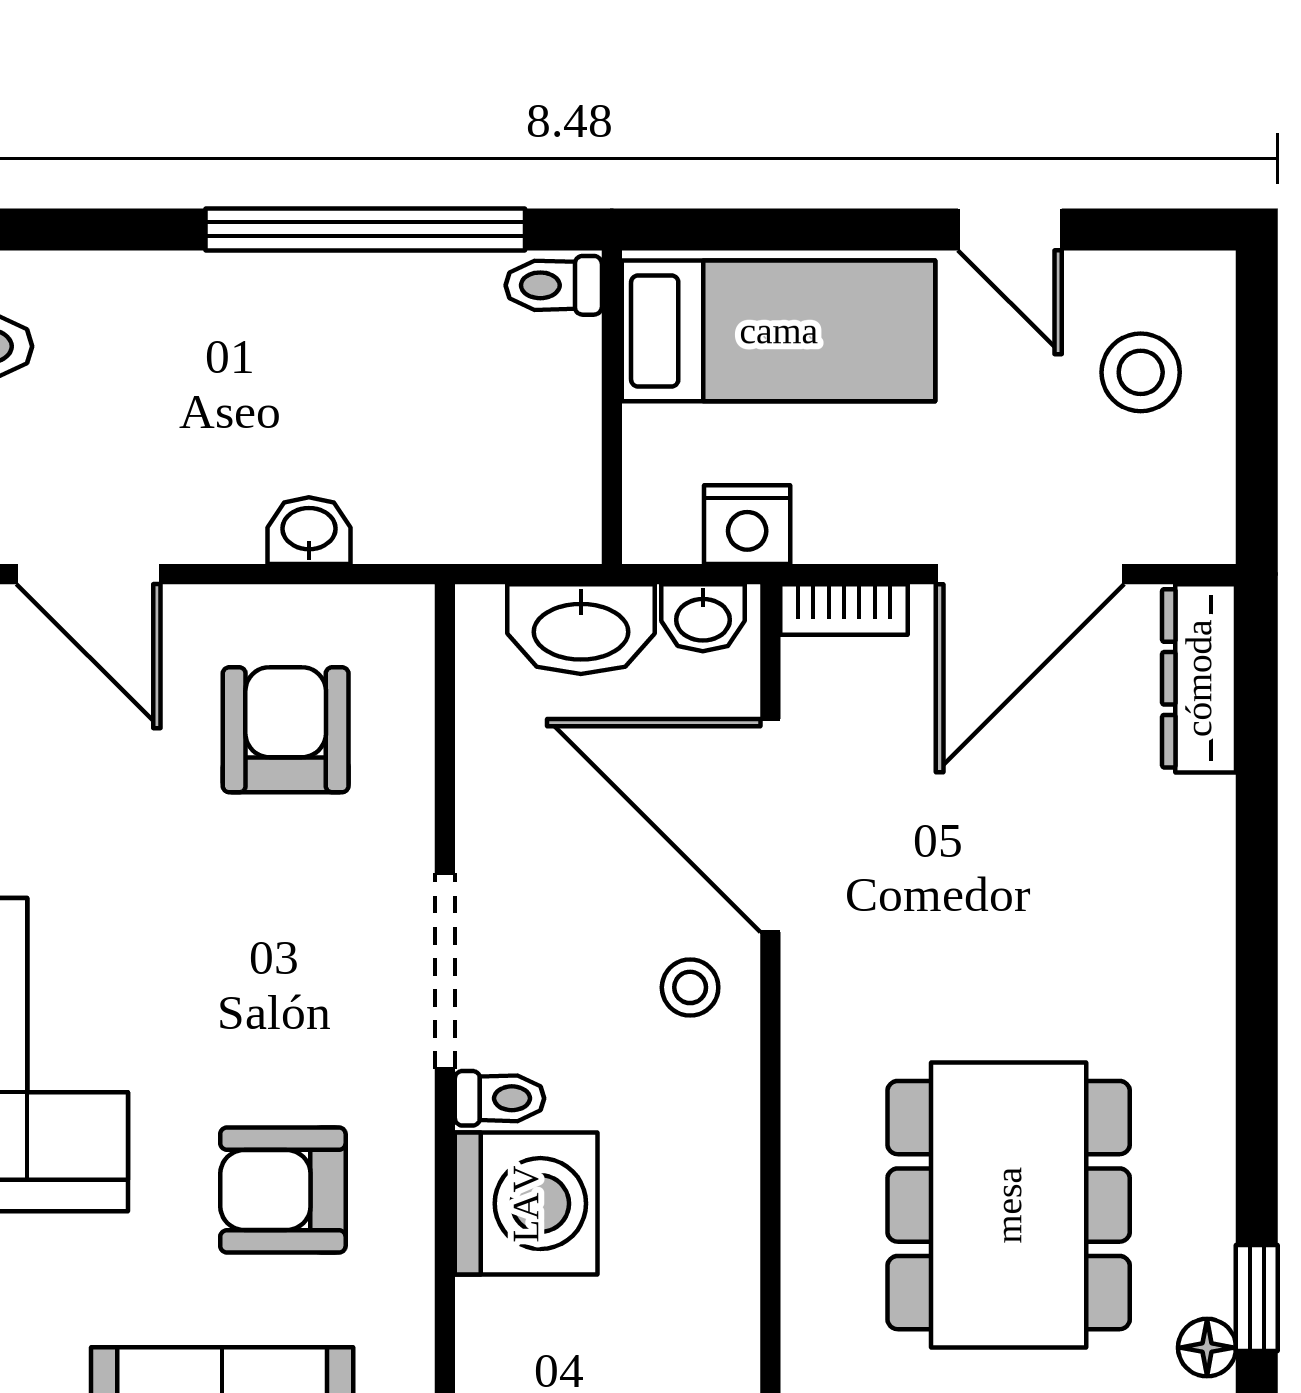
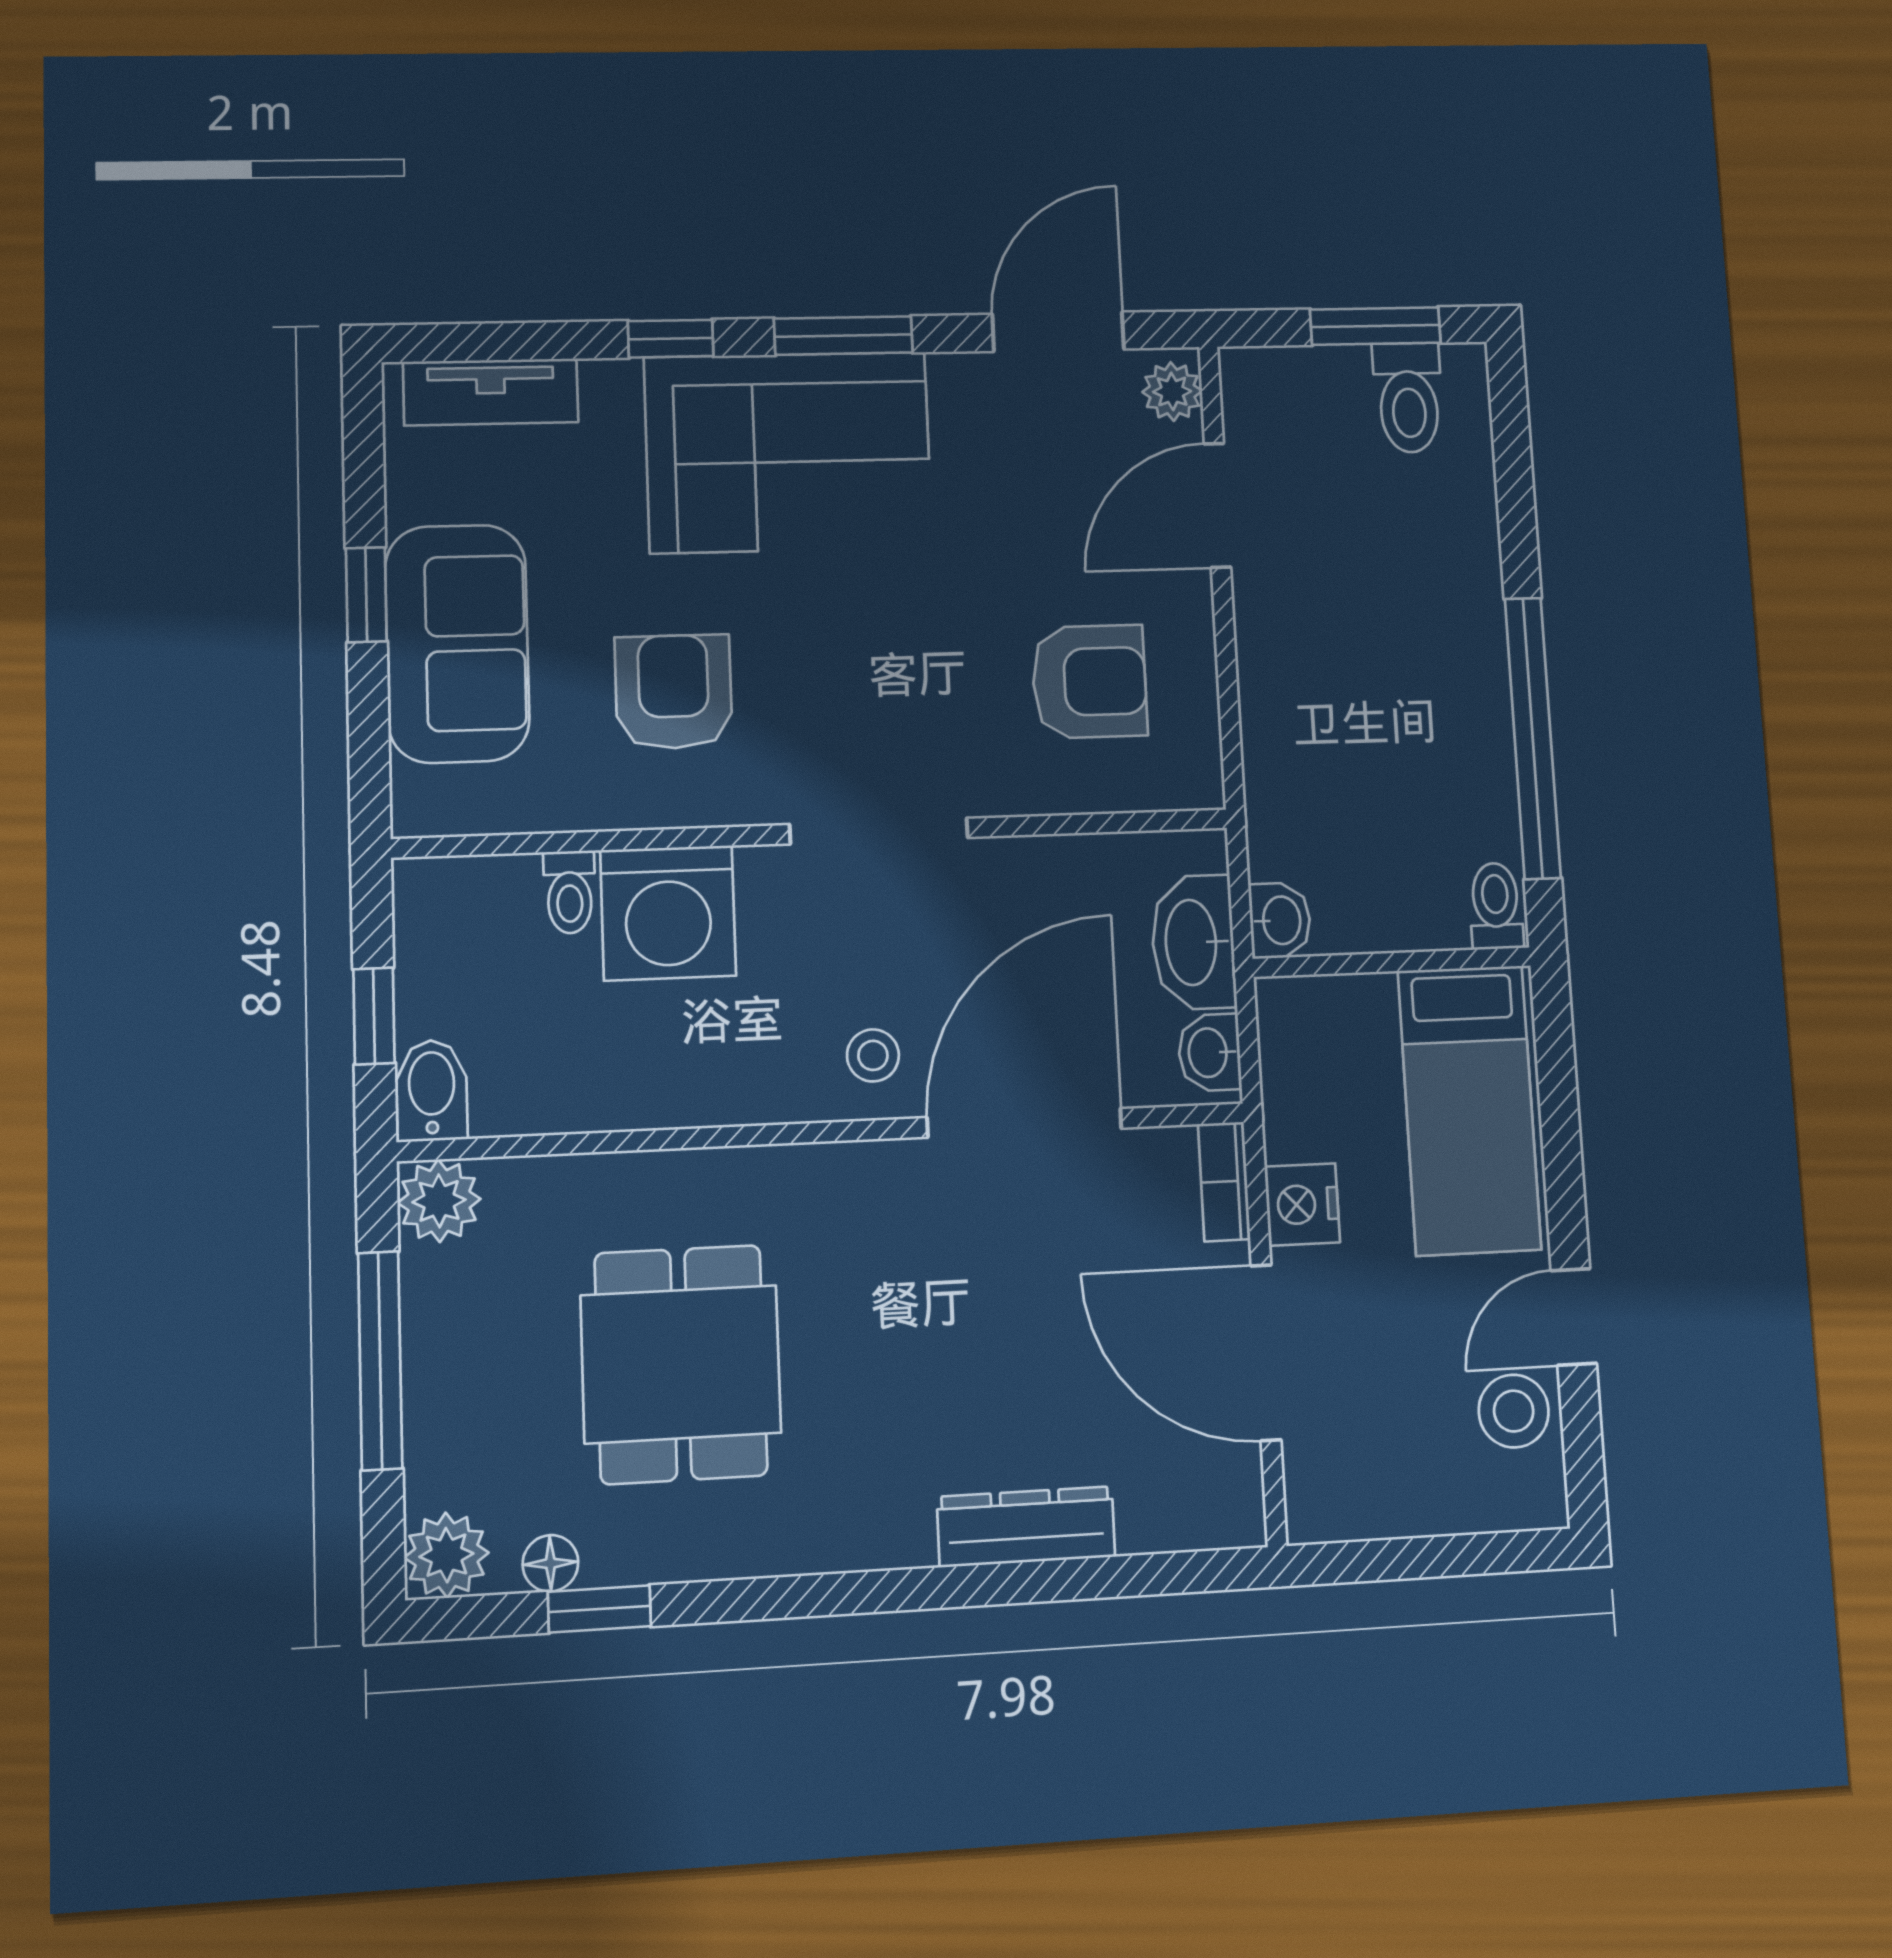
stool: (1141, 372) -> (1514, 1411), moved
nightstand: (747, 525) -> (1302, 1204), moved
washbasin: (309, 531) -> (1280, 920), moved
dresser: (1199, 678) -> (1026, 1527), moved
toilet: (499, 1098) -> (570, 892), moved
dining table: (1009, 1205) -> (681, 1364), width x0.73

